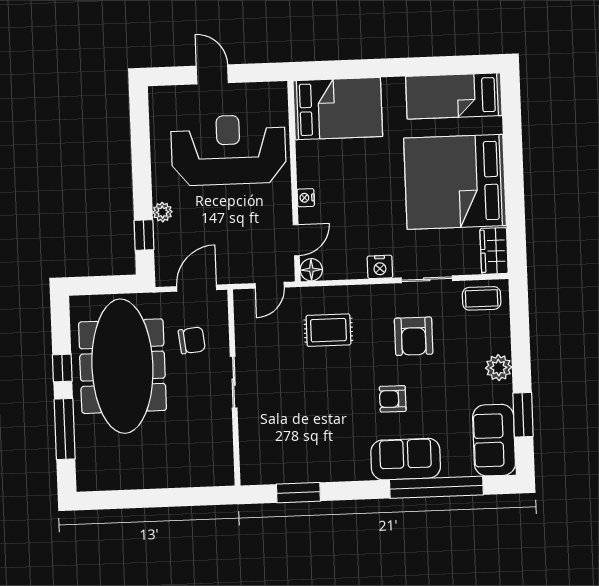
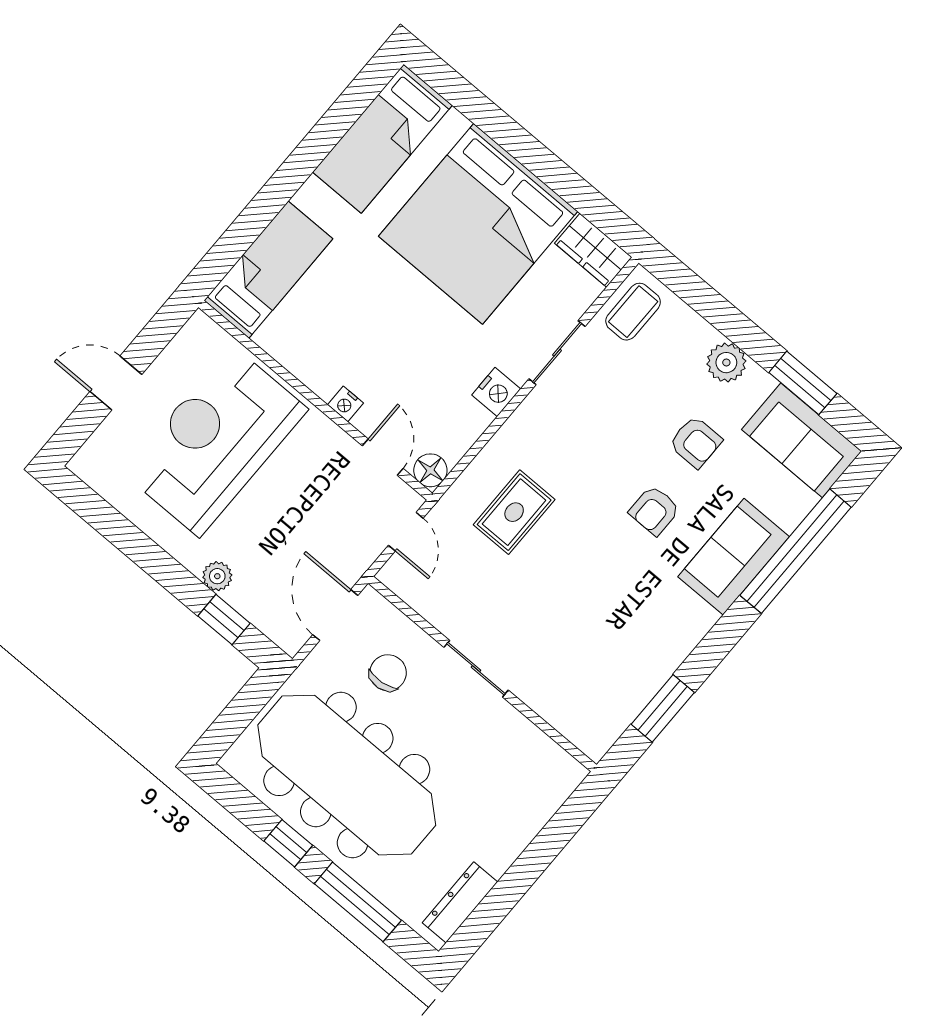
bed: (338, 109) -> (268, 270), width x0.67
armchair: (414, 336) -> (696, 442), moved, width x0.72, depth x0.72
dresser: (111, 480) -> (460, 902), added

